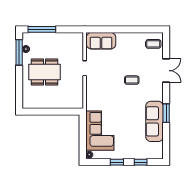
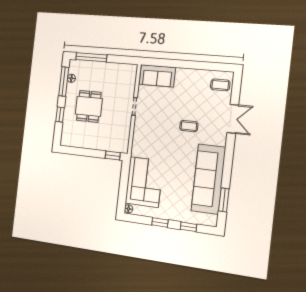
dining table: (45, 72) -> (89, 106), width x0.73
window: (19, 82) -> (60, 114), added
window: (71, 112) -> (113, 155), added
window: (166, 113) -> (224, 200), moved
sofa: (155, 121) -> (208, 179), width x1.36, depth x1.27

